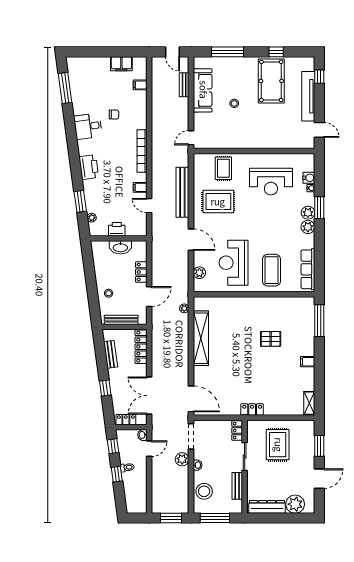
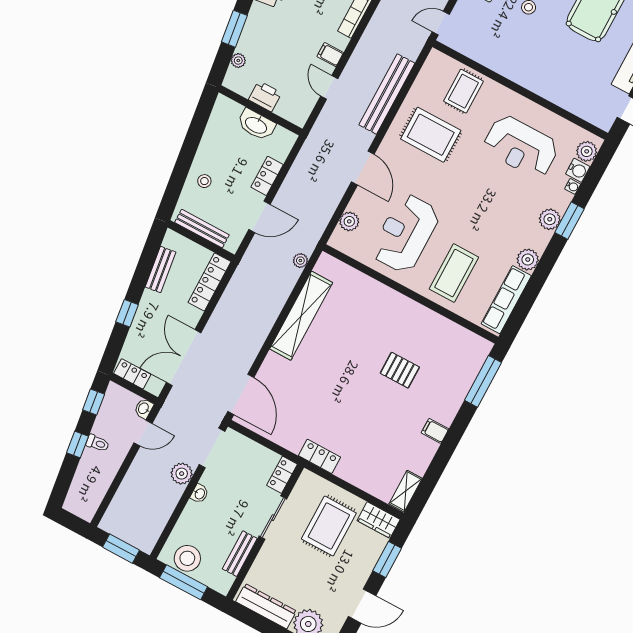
plant: (308, 165) -> (587, 151), added
plant: (308, 227) -> (528, 260), moved
wardrobe: (303, 427) -> (379, 520), added
stool: (204, 491) -> (187, 558), moved

